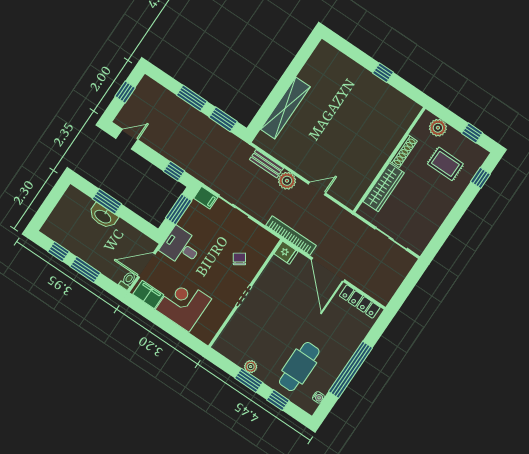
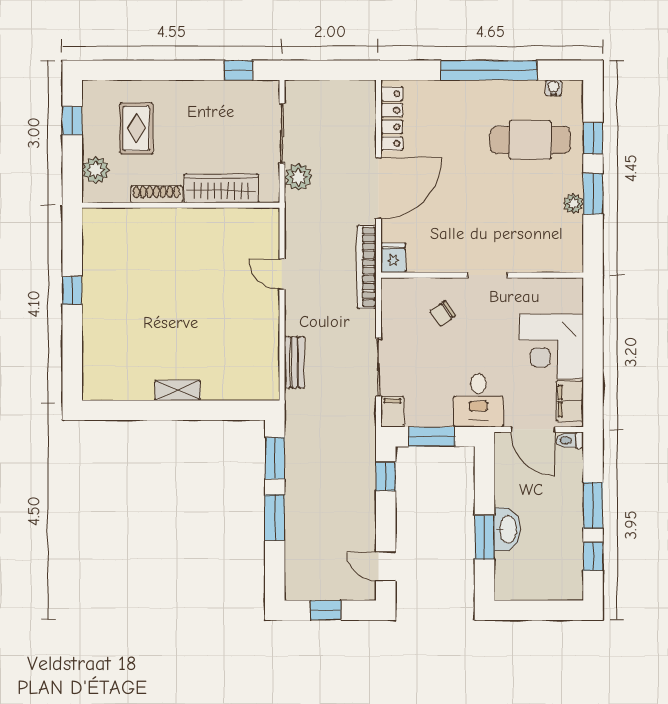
shelving: (285, 108) -> (178, 390), width x0.45, depth x0.75
window: (480, 178) -> (239, 70), moved
plant: (287, 181) -> (298, 177), moved

